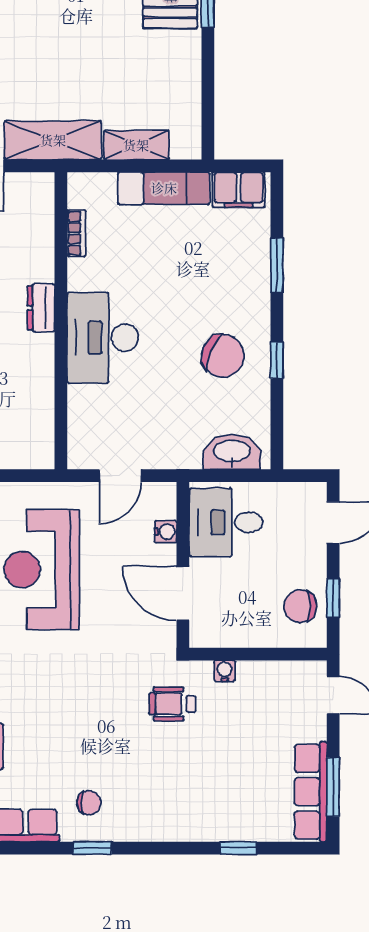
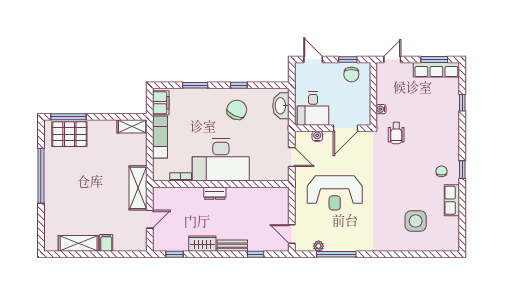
shelving: (136, 145) -> (132, 126), moved, turned 90
desk: (103, 338) -> (221, 160), width x1.36, depth x1.30

